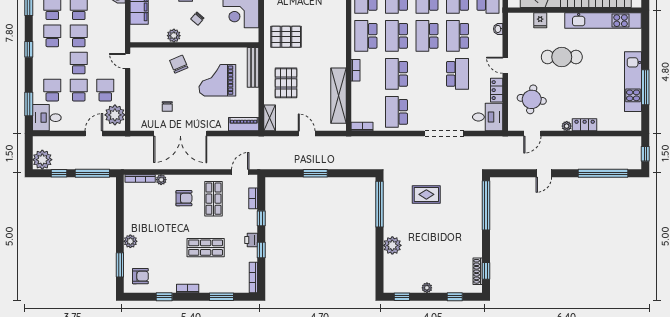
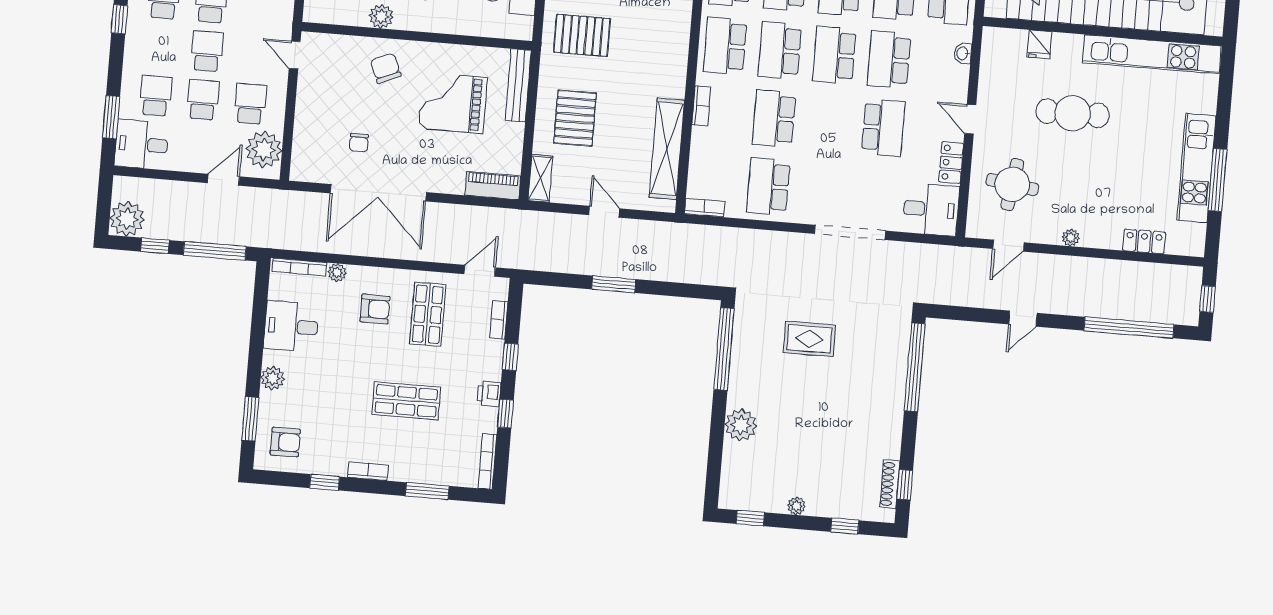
locker: (585, 125) -> (1144, 241), moved
desk: (138, 212) -> (291, 326), added

